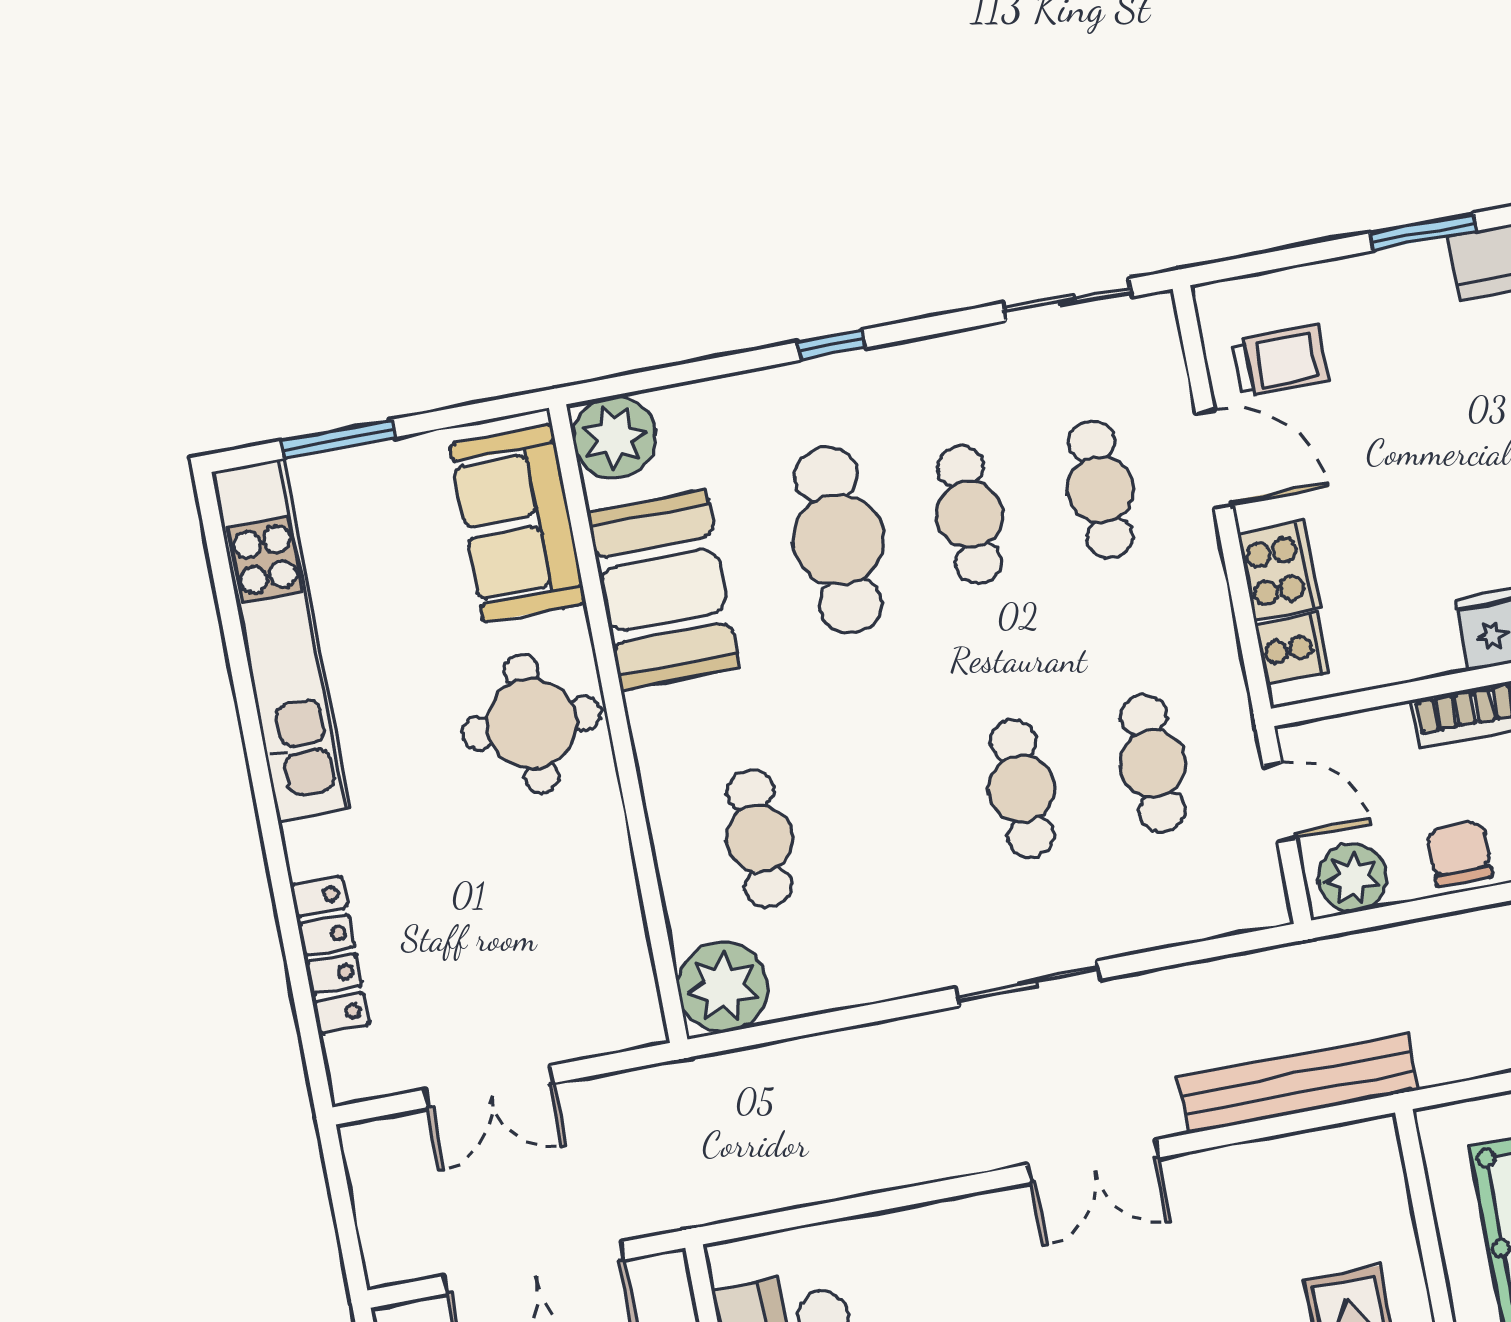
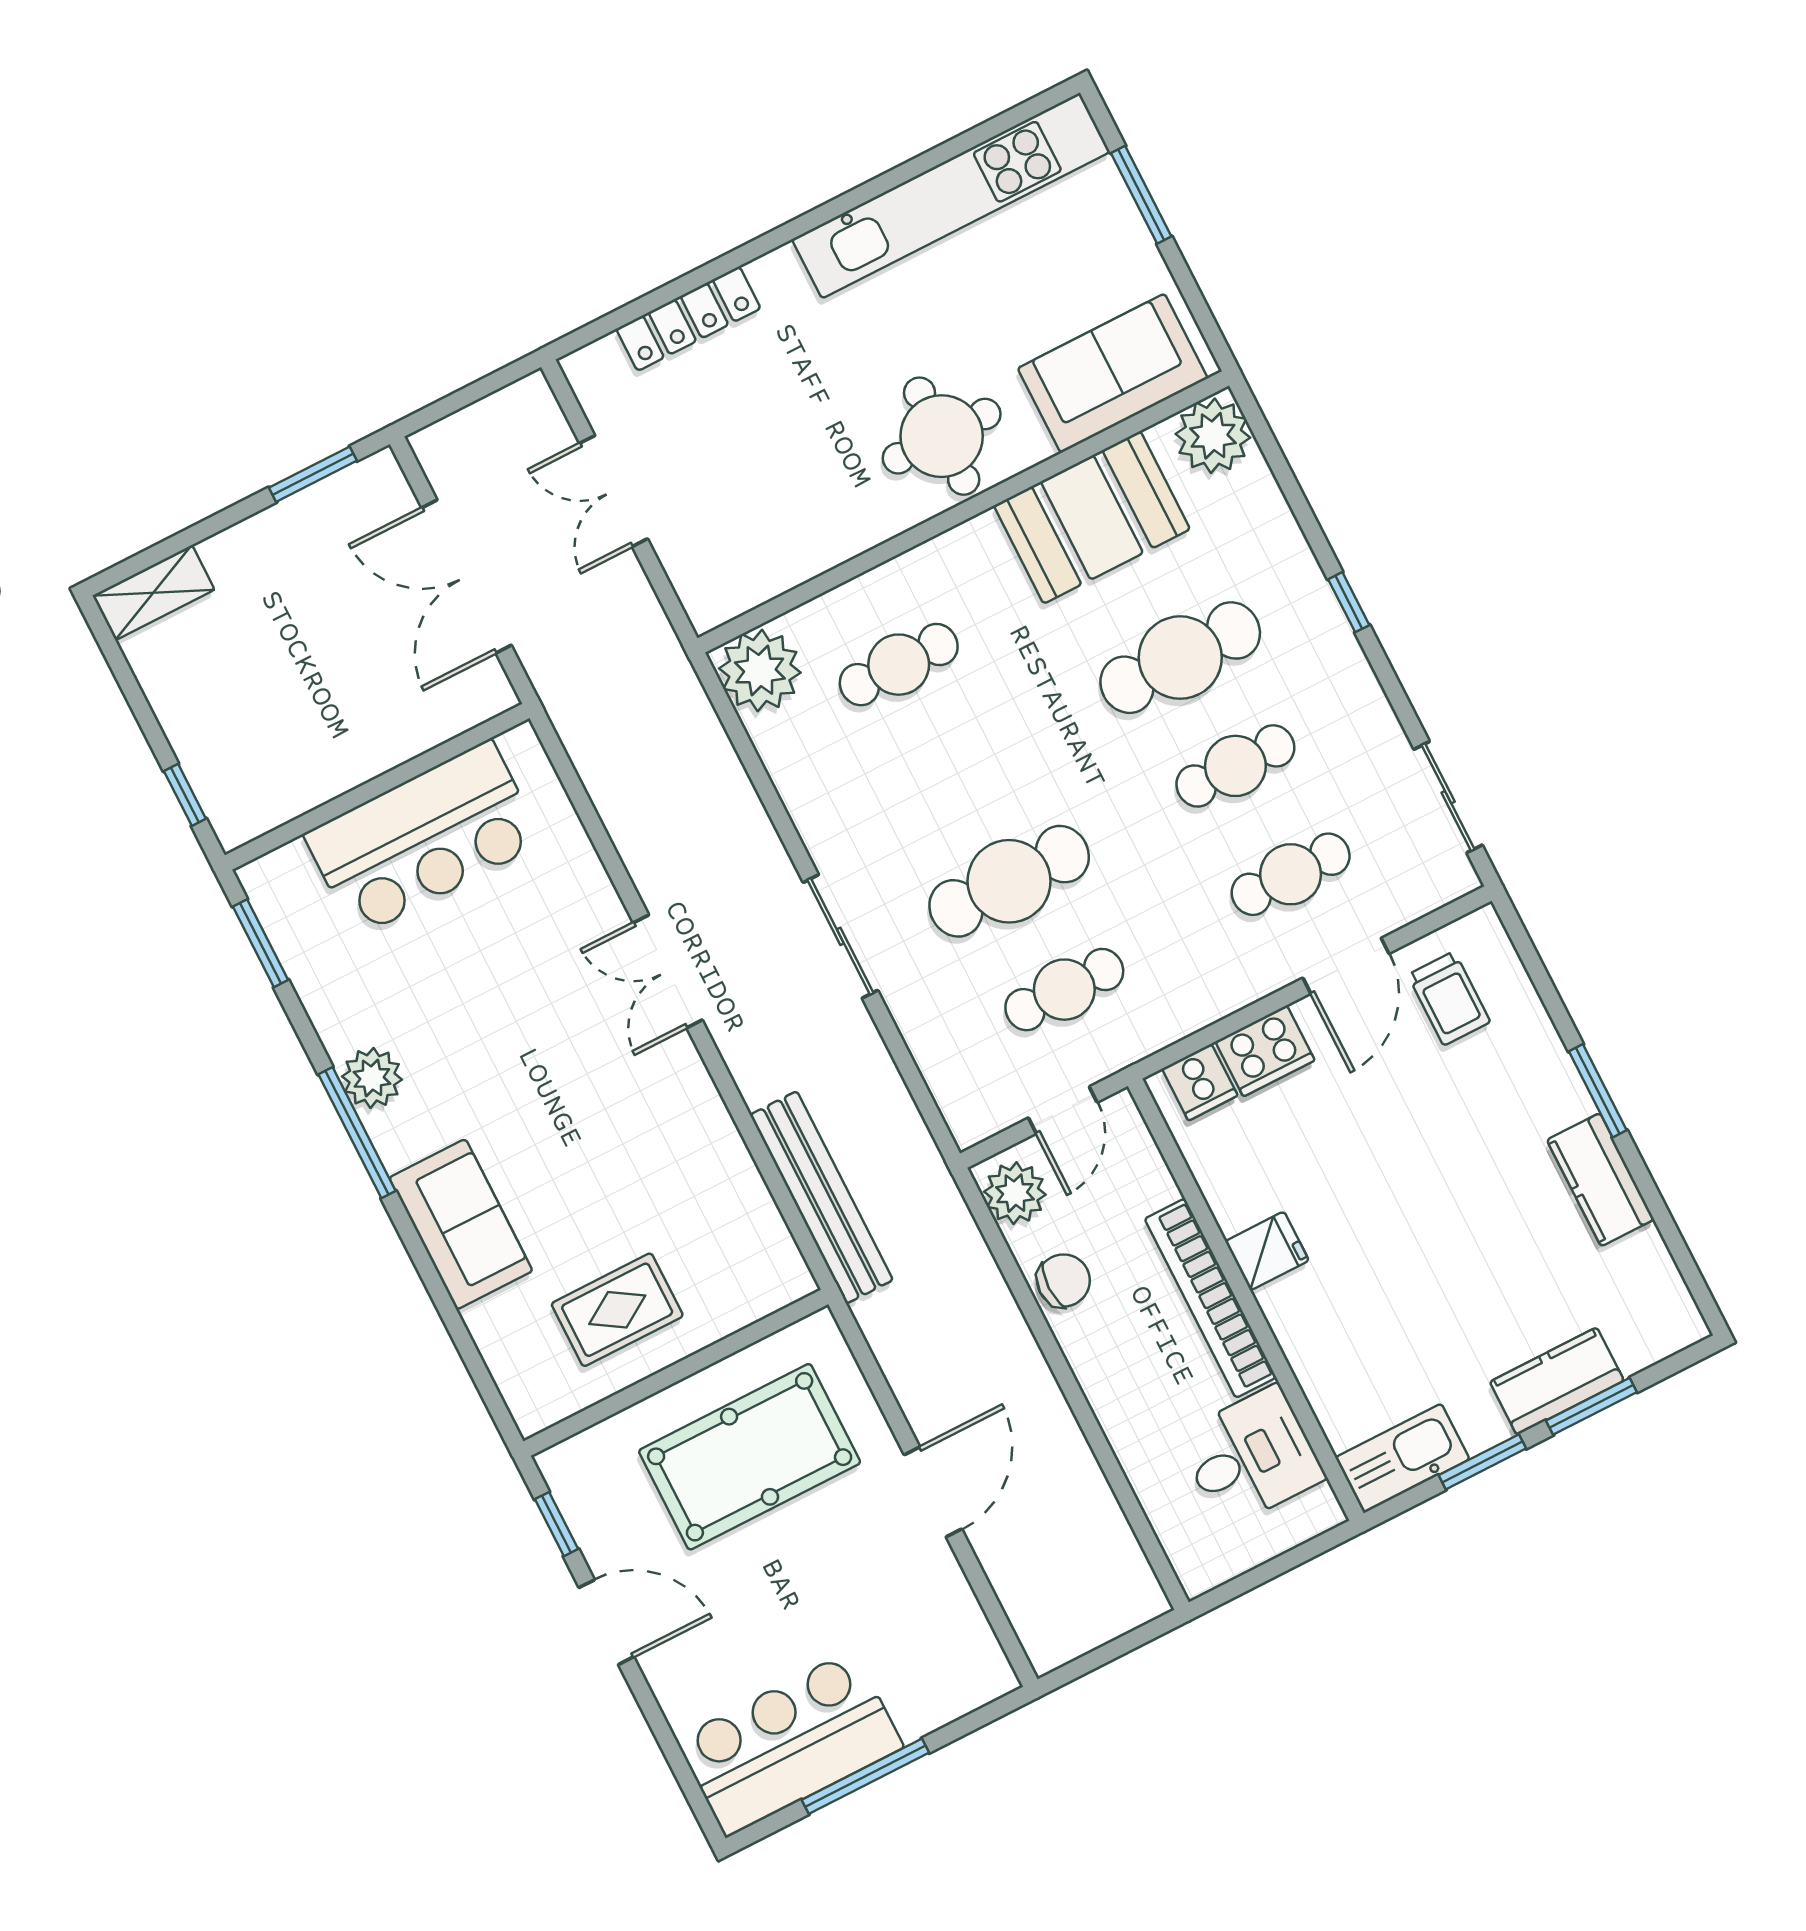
cafe table: (1022, 789) -> (1009, 881), width x1.37, depth x1.35
double door: (1093, 1161) -> (668, 971), moved

